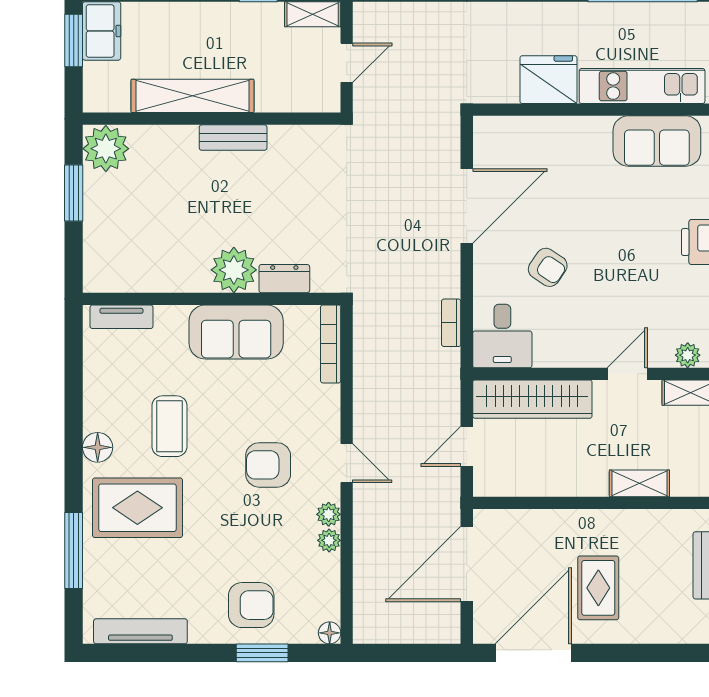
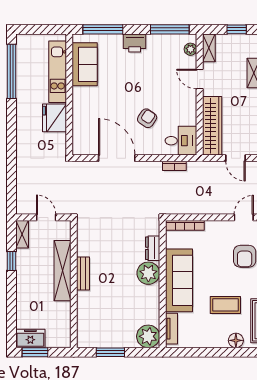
shelving: (193, 96) -> (62, 271), moved
plant: (106, 149) -> (148, 336), moved
sofa: (236, 332) -> (179, 280), width x1.36

